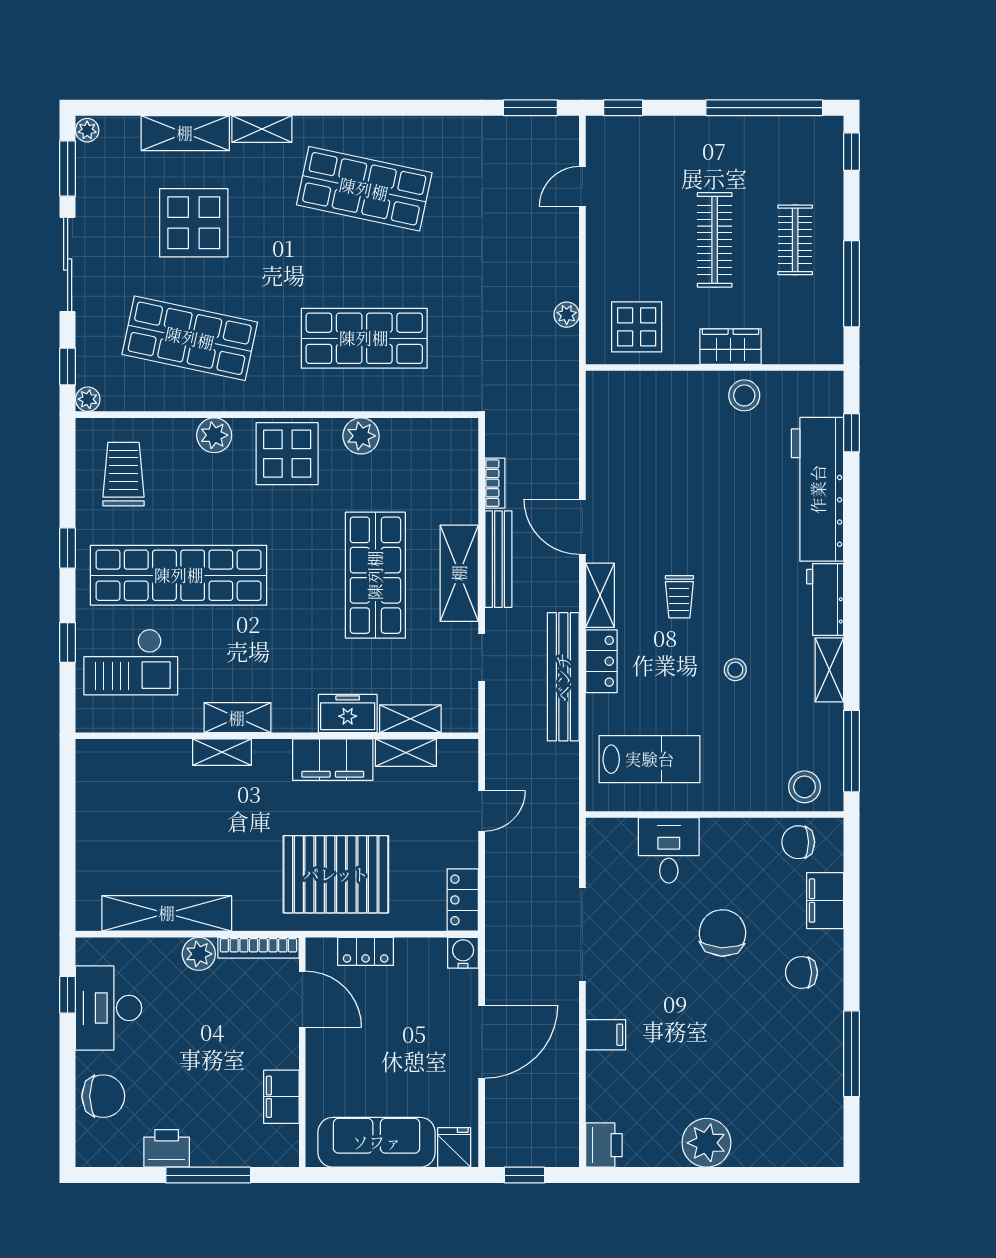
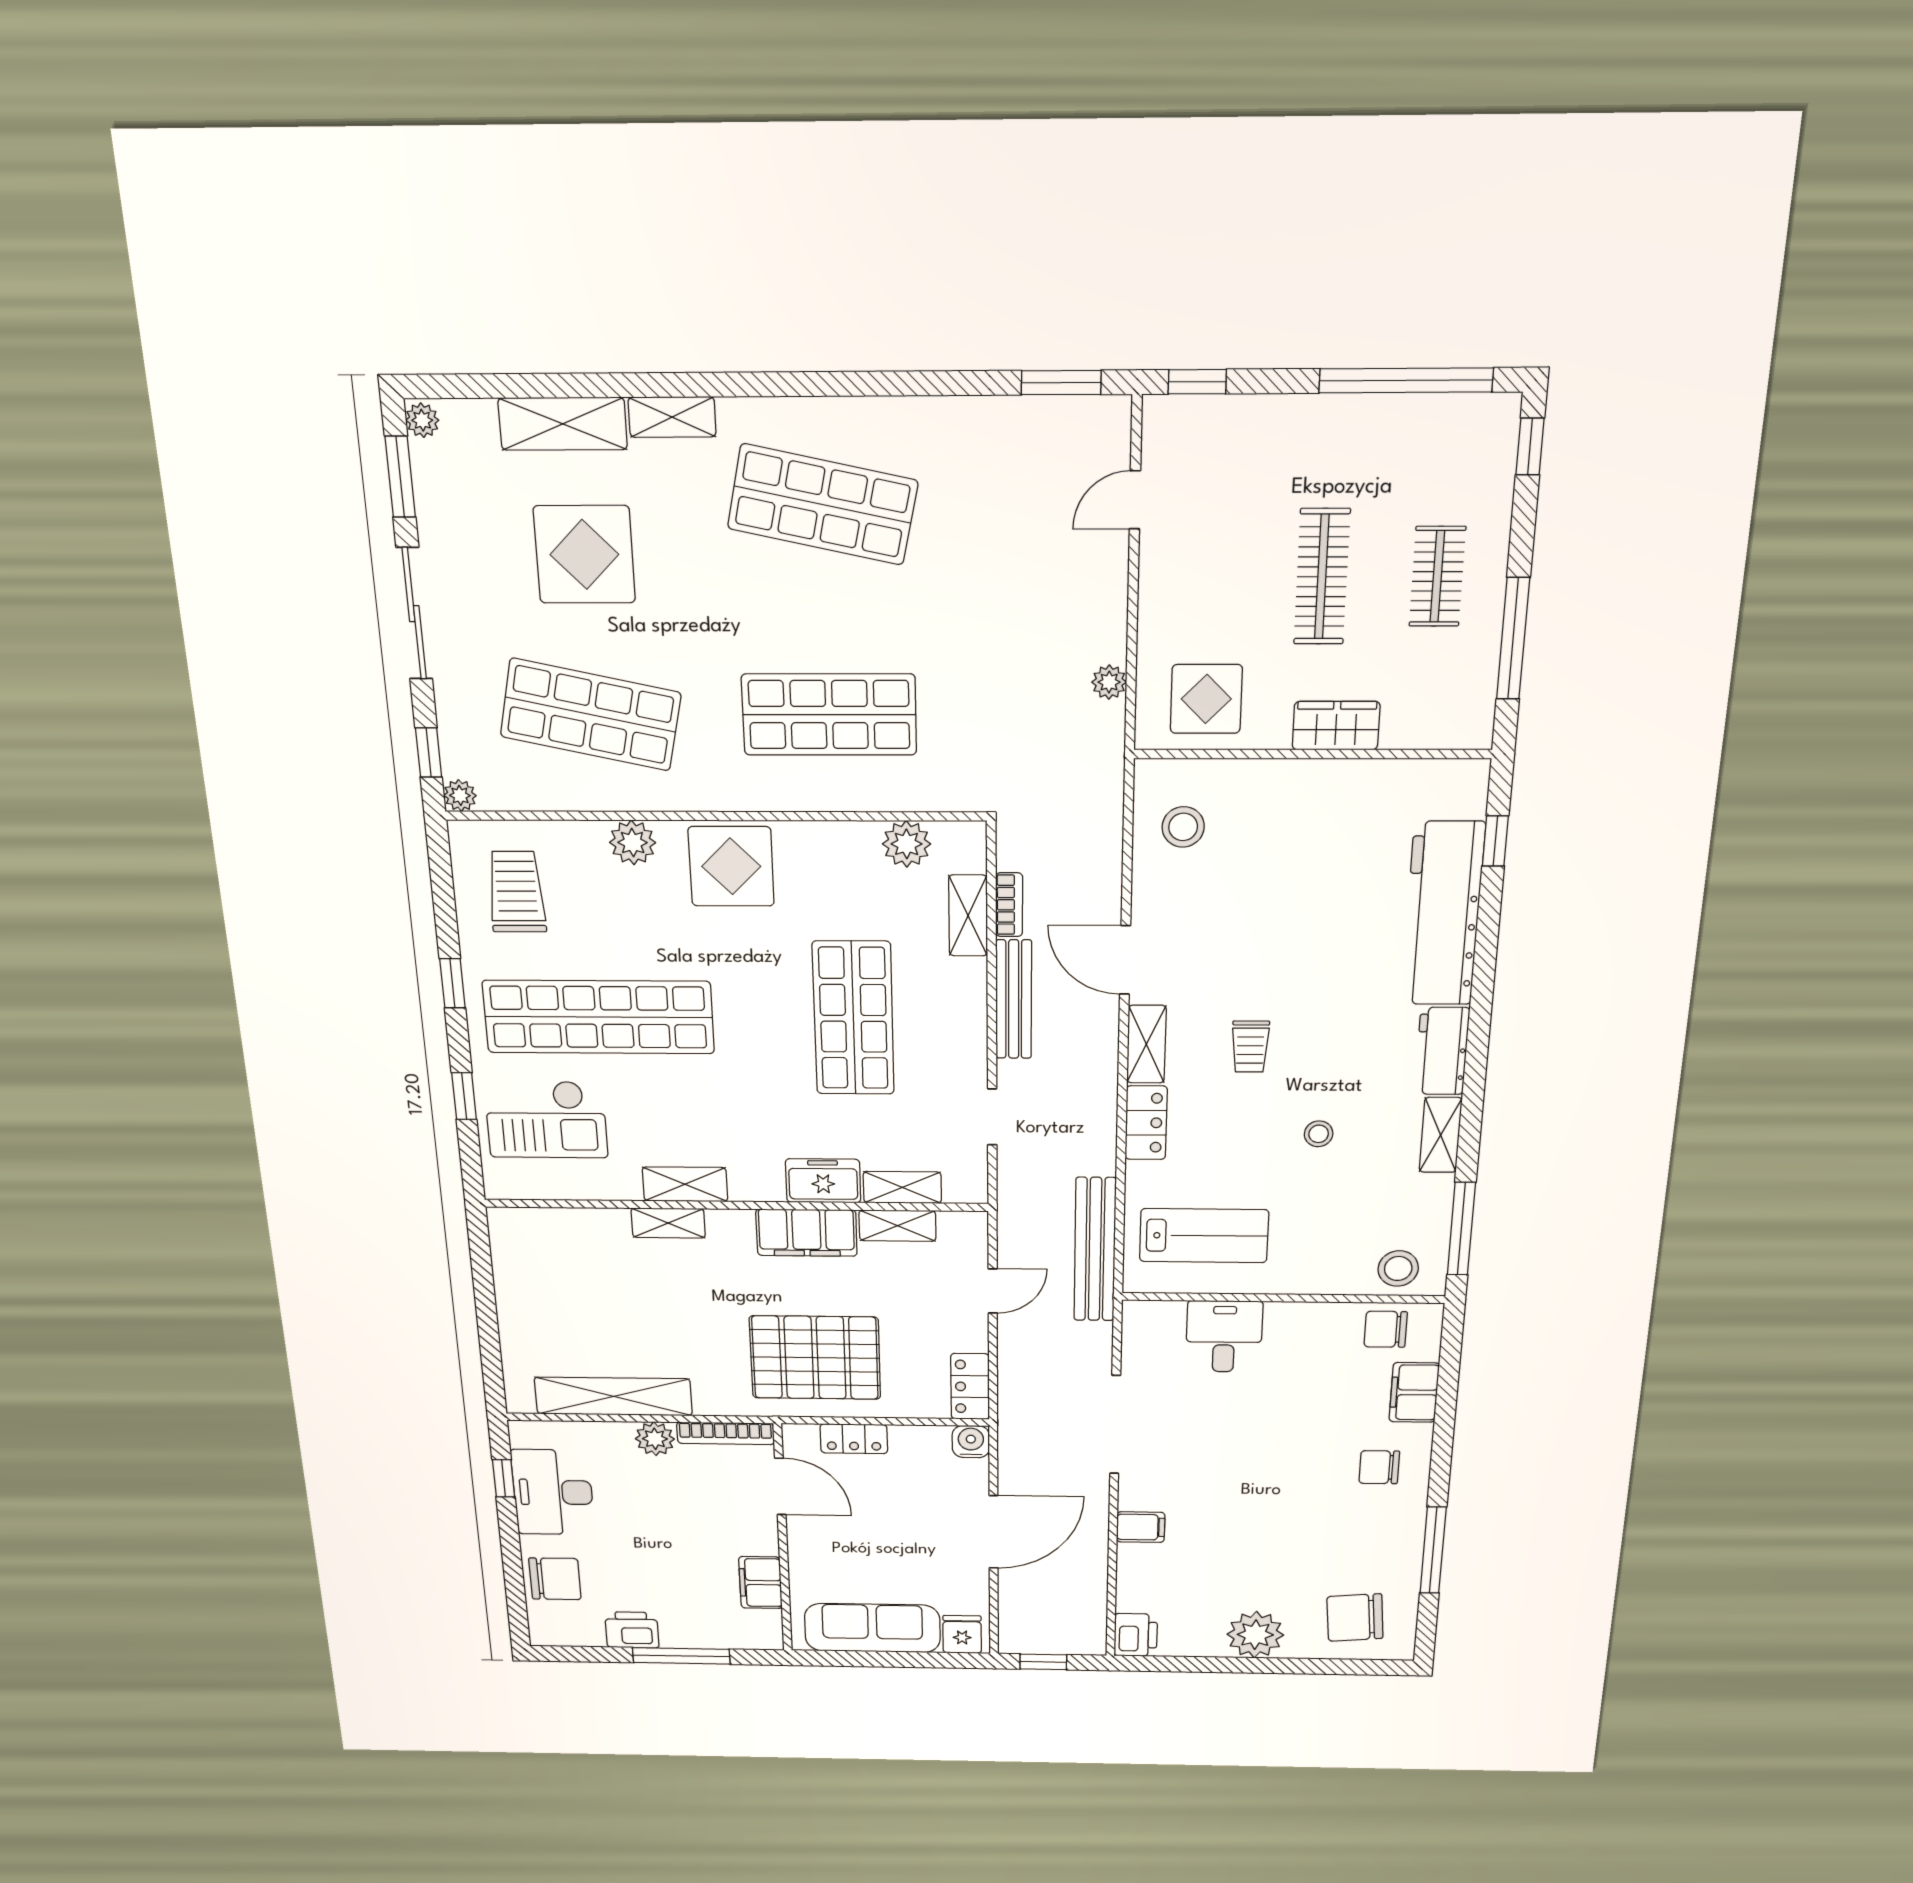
stool: (744, 395) -> (1183, 827), moved
plant: (361, 436) -> (907, 844), moved
shelving: (459, 573) -> (968, 916), moved, width x0.67, depth x0.75
bench: (563, 677) -> (1095, 1250), moved
chair: (722, 933) -> (1355, 1618), moved, turned -98

